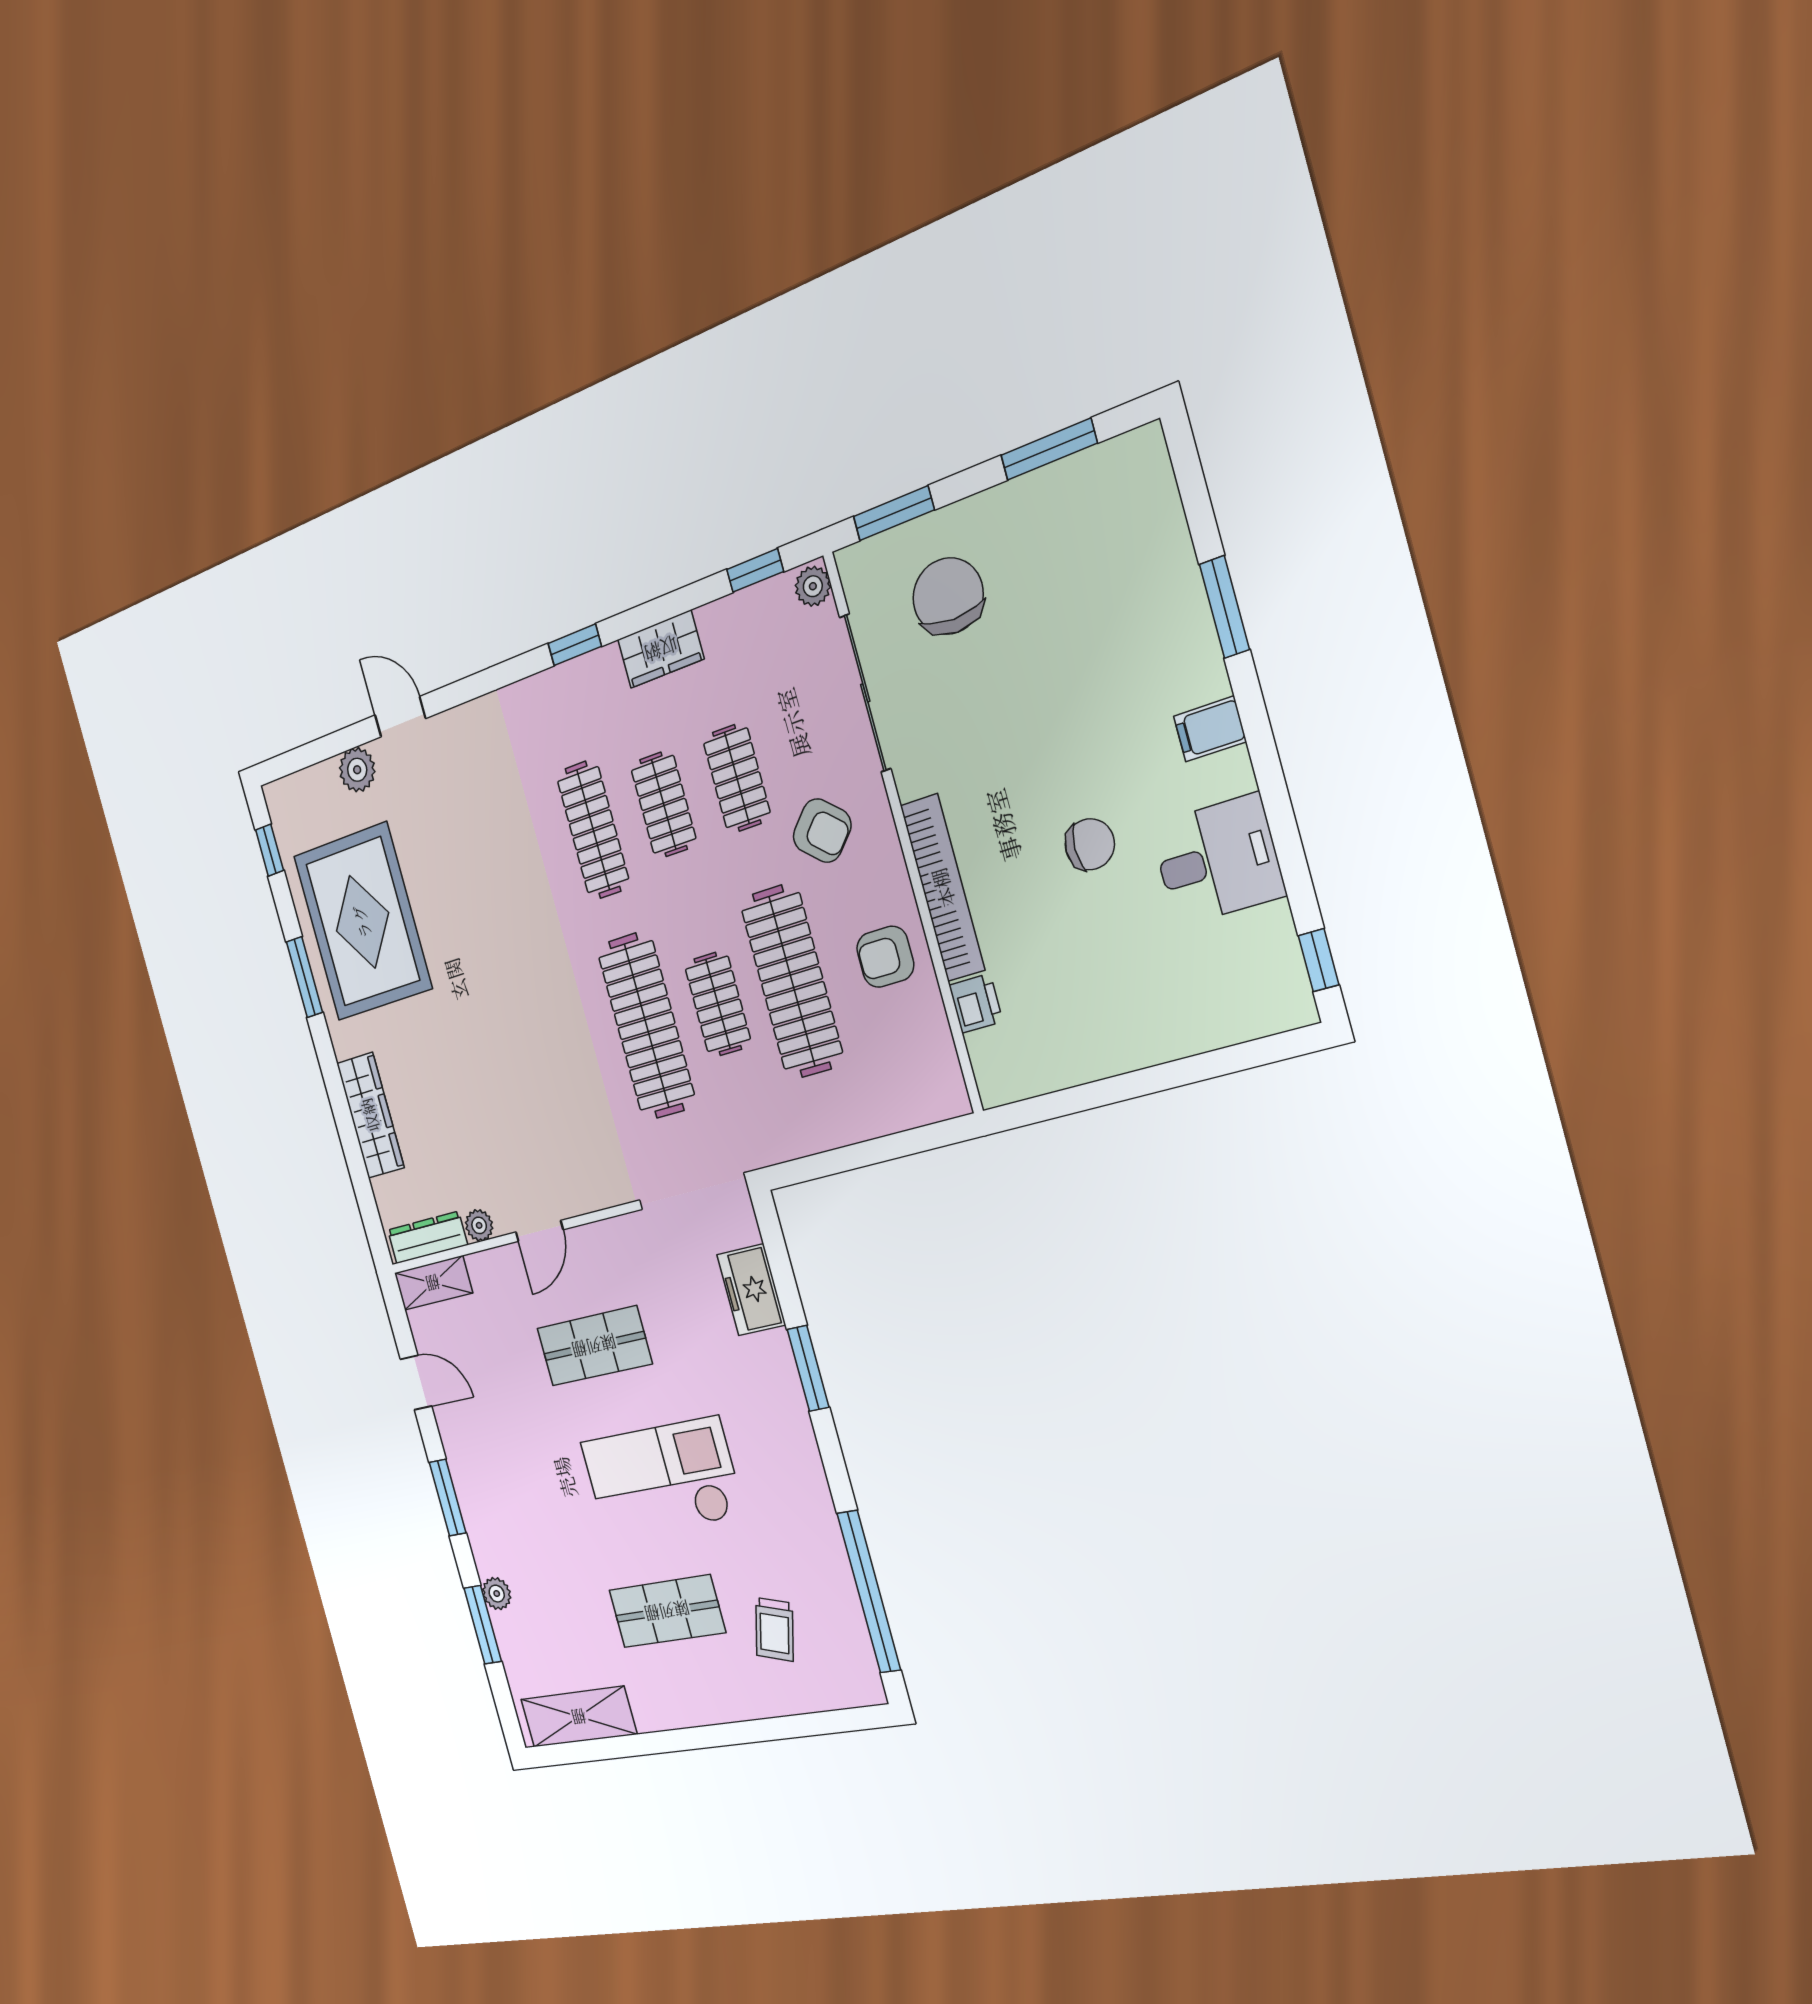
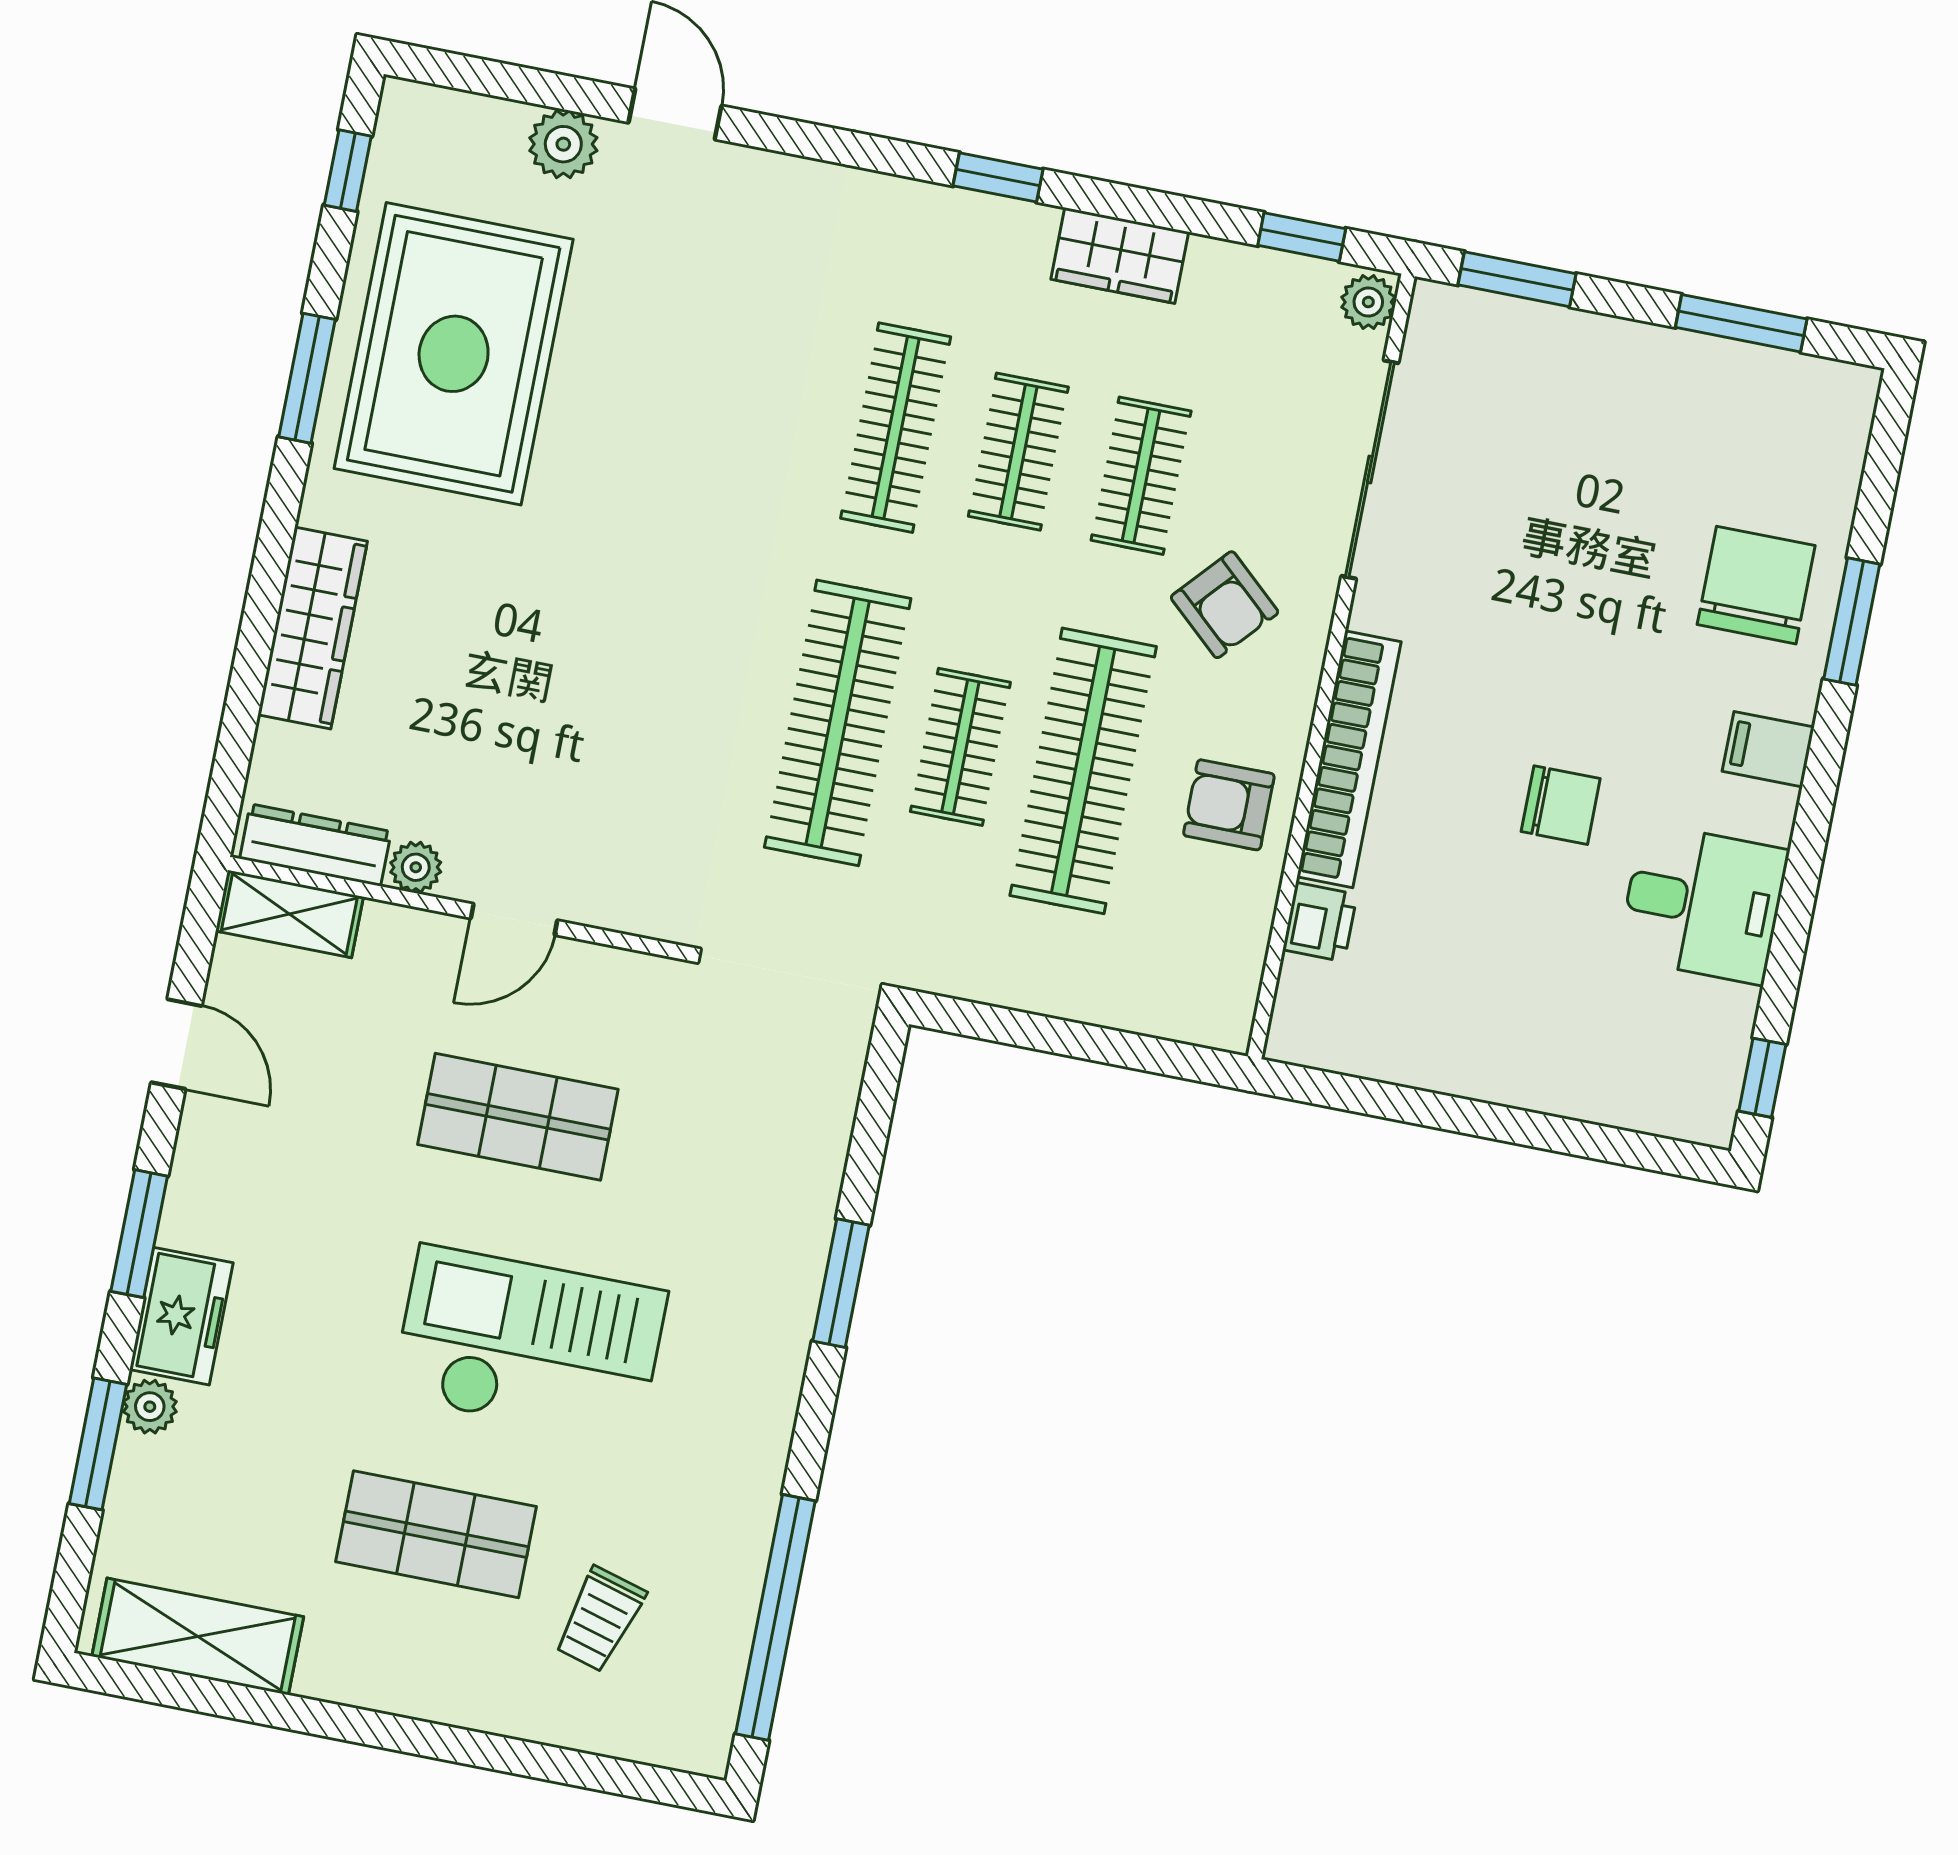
chair: (948, 596) -> (1756, 585), moved
freezer: (751, 1290) -> (181, 1316), moved, turned 180

